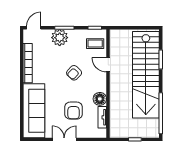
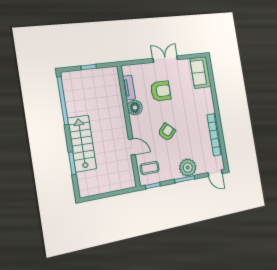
door: (34, 28) -> (215, 173), hinge flipped
stairs: (146, 75) -> (82, 143), width x0.54, depth x0.66
sofa: (34, 111) -> (201, 72), width x0.54, depth x0.79
armchair: (73, 111) -> (161, 91), turned 90
double door: (64, 139) -> (165, 59), swing flipped

